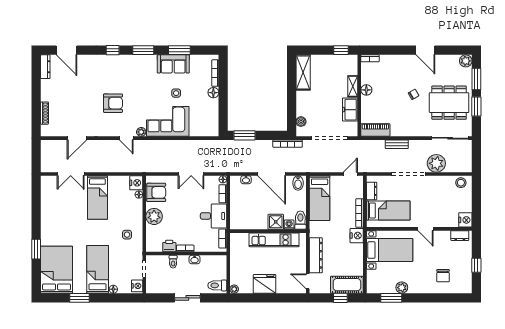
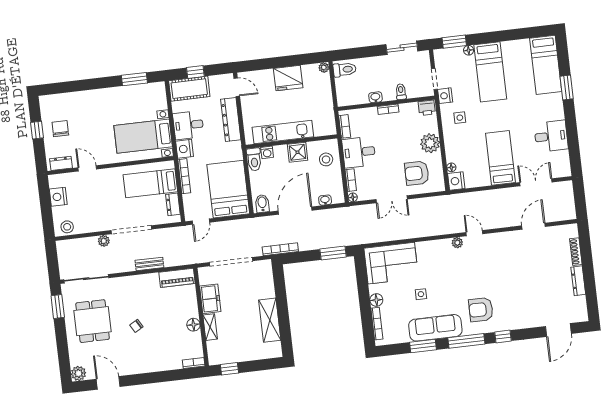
door: (66, 50) -> (558, 330), swing flipped
window: (143, 50) -> (466, 341), width x1.44
door: (425, 50) -> (108, 383), moved
sofa: (173, 64) -> (435, 328), width x1.36
dresser: (45, 67) -> (578, 281), moved
shelving: (303, 72) -> (270, 320), moved
window: (476, 79) -> (63, 353), removed
armchair: (113, 103) -> (481, 310), moved
dining table: (449, 103) -> (93, 321), width x0.73
window: (476, 106) -> (58, 307), moved
corner sofa: (168, 121) -> (391, 263), moved
boiler: (301, 122) -> (267, 278), removed
plant: (436, 163) -> (104, 241), width x0.53, depth x0.53
double door: (191, 174) -> (392, 199), swing flipped
door: (272, 174) -> (295, 211), hinge flipped
armchair: (156, 192) -> (417, 173), moved
bed: (320, 198) -> (228, 189), width x1.50
desk: (54, 211) -> (551, 136), added
stool: (241, 213) -> (326, 159), added
nightstand: (465, 220) -> (58, 197), moved
shower: (276, 222) -> (298, 152), moved
door: (426, 229) -> (87, 168), moved
printer: (169, 246) -> (427, 108), moved
desk: (351, 255) -> (188, 125), added
bed: (57, 270) -> (546, 65), width x0.67
chair: (443, 276) -> (60, 129), moved
nightstand: (137, 286) -> (445, 96), moved
plant: (402, 288) -> (123, 93), removed
window: (80, 298) -> (454, 42), moved
sliding door: (187, 298) -> (402, 48), moved

